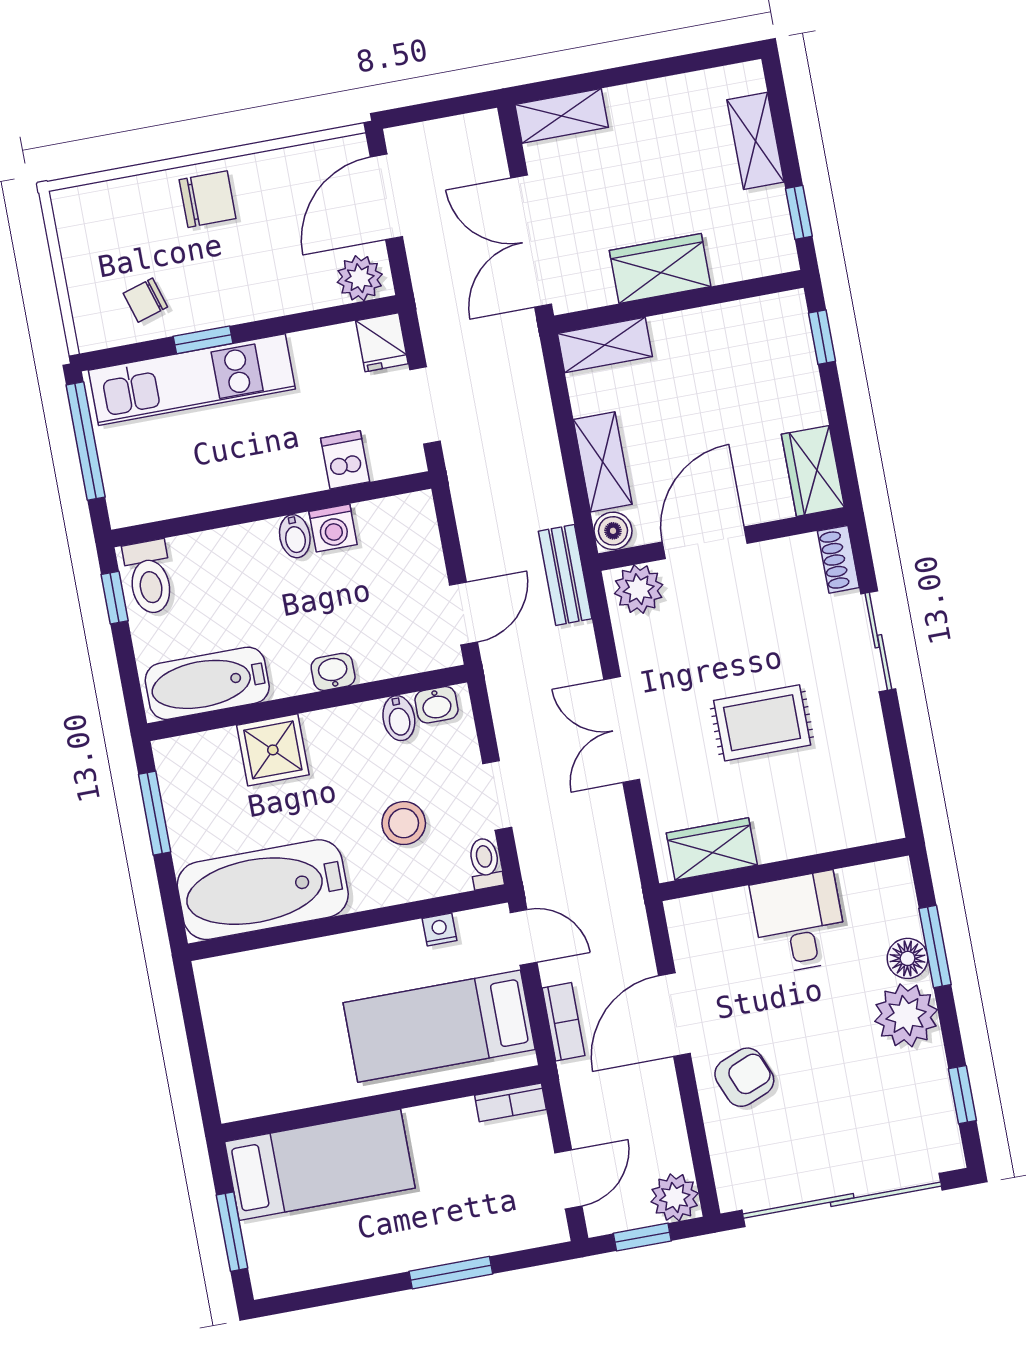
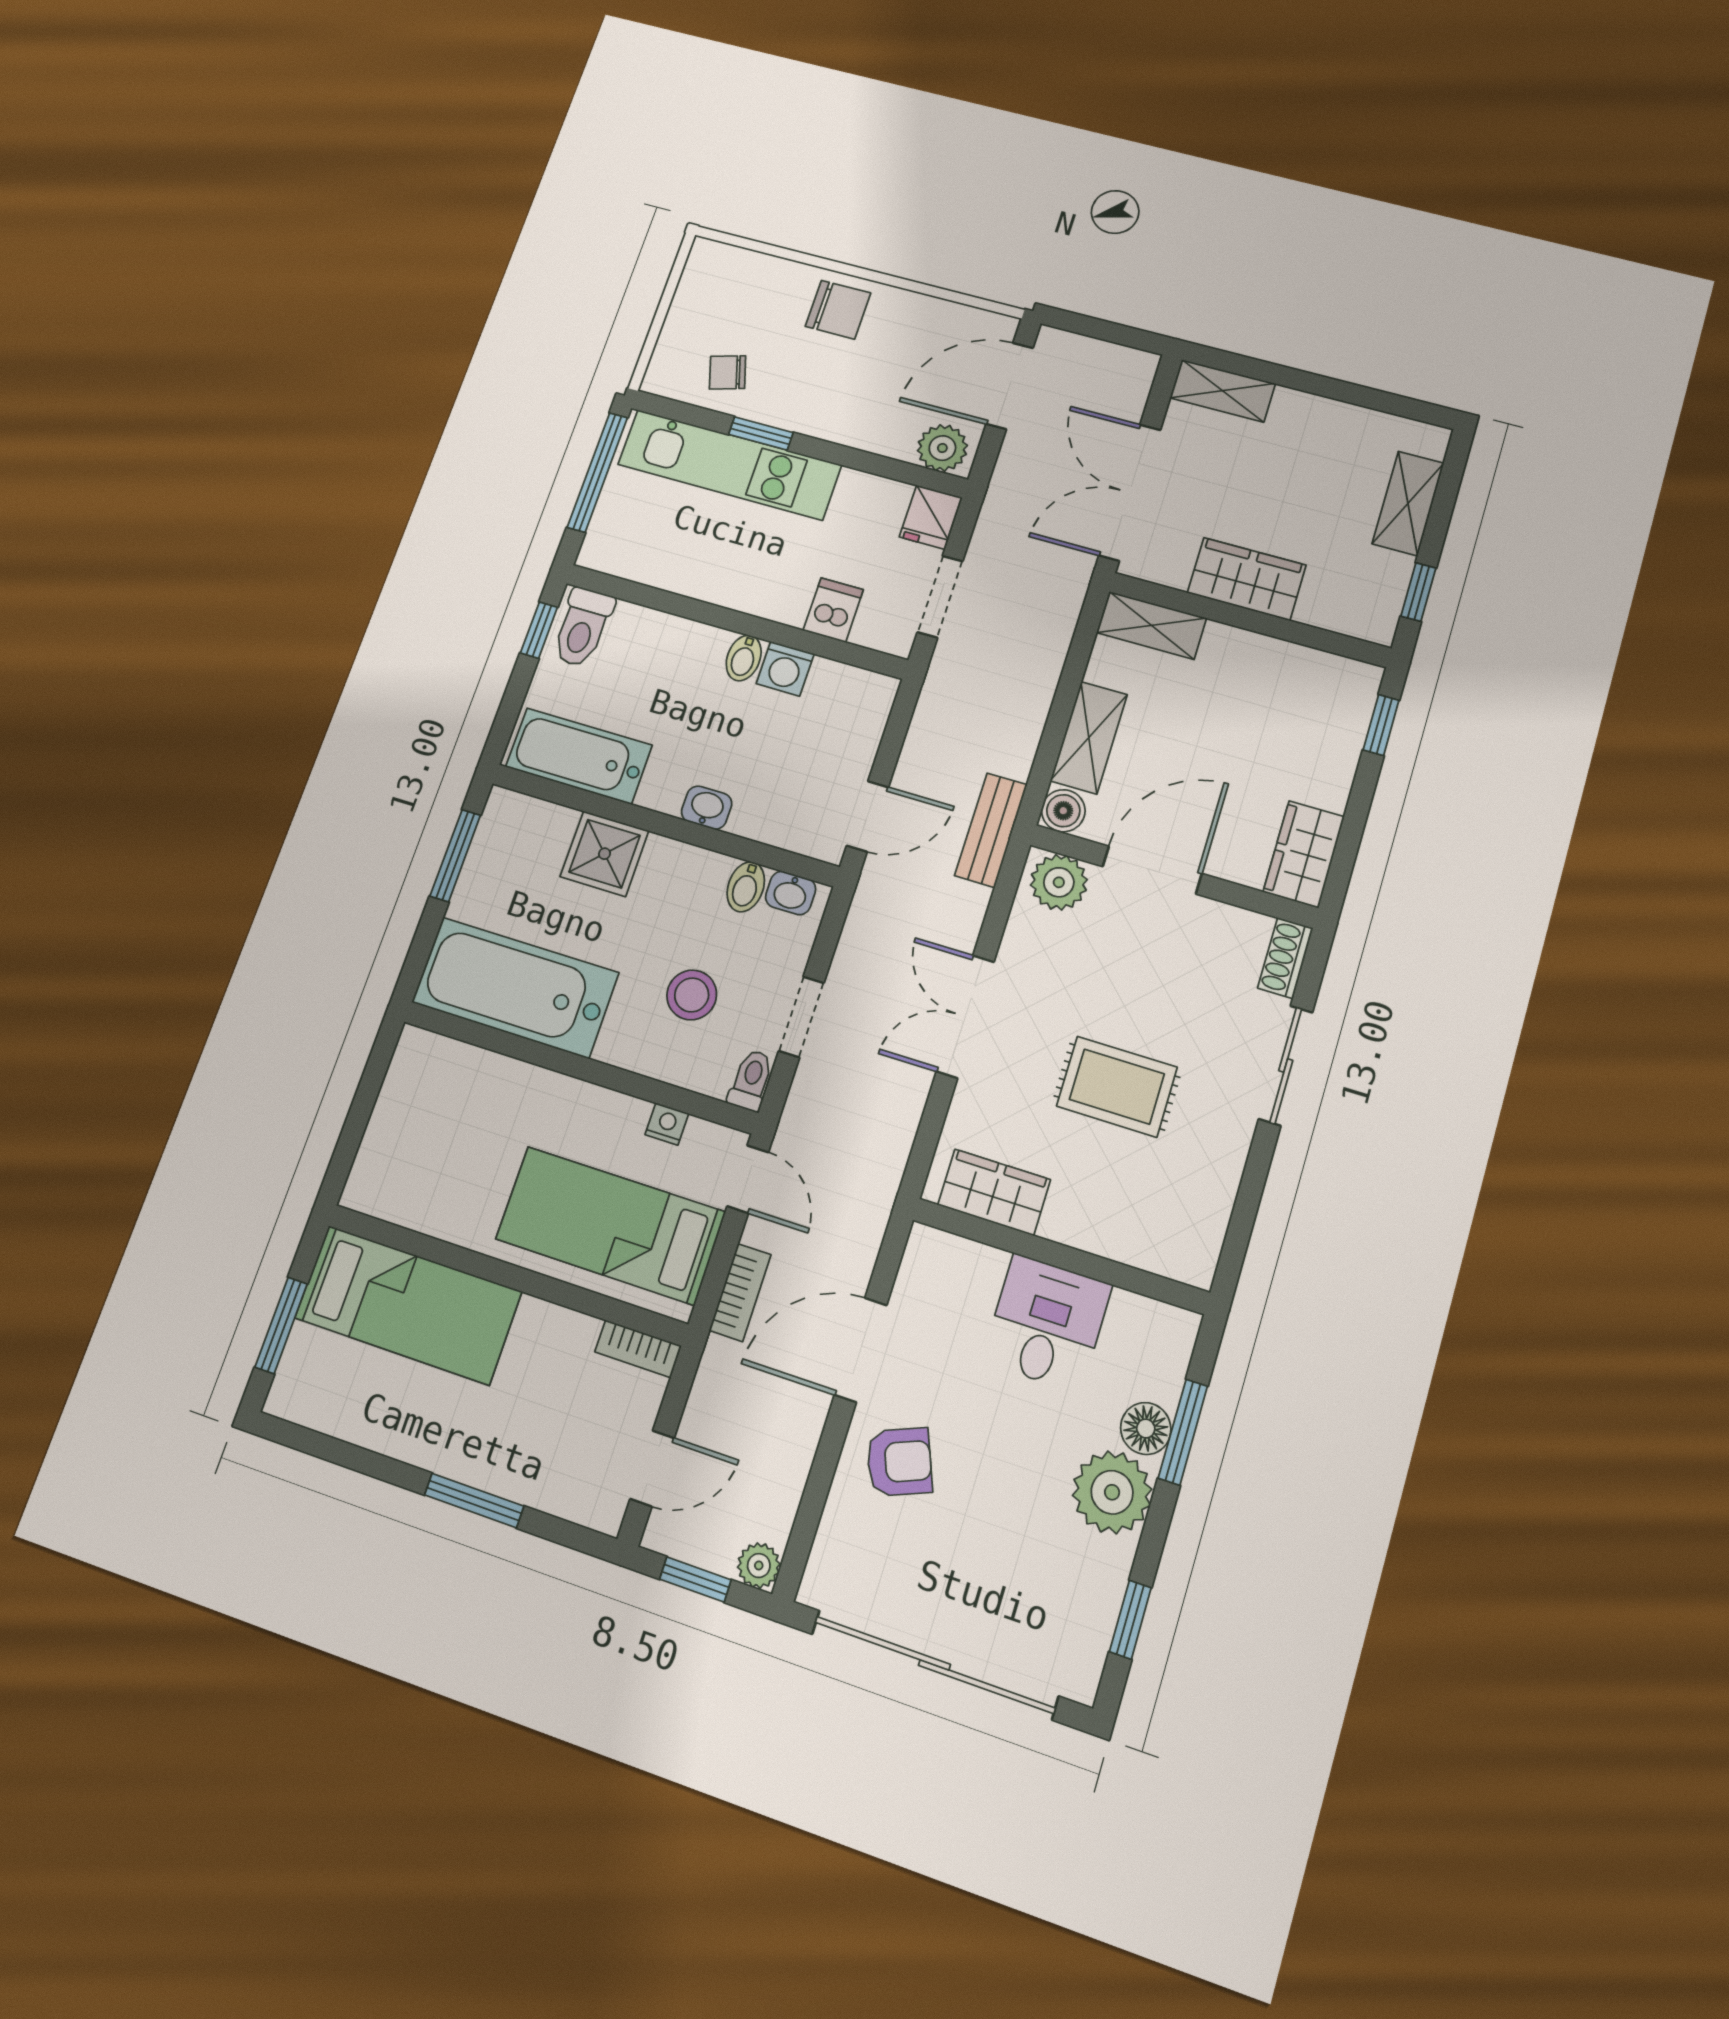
plant: (675, 1197) -> (759, 1566), width x0.73, depth x0.73

